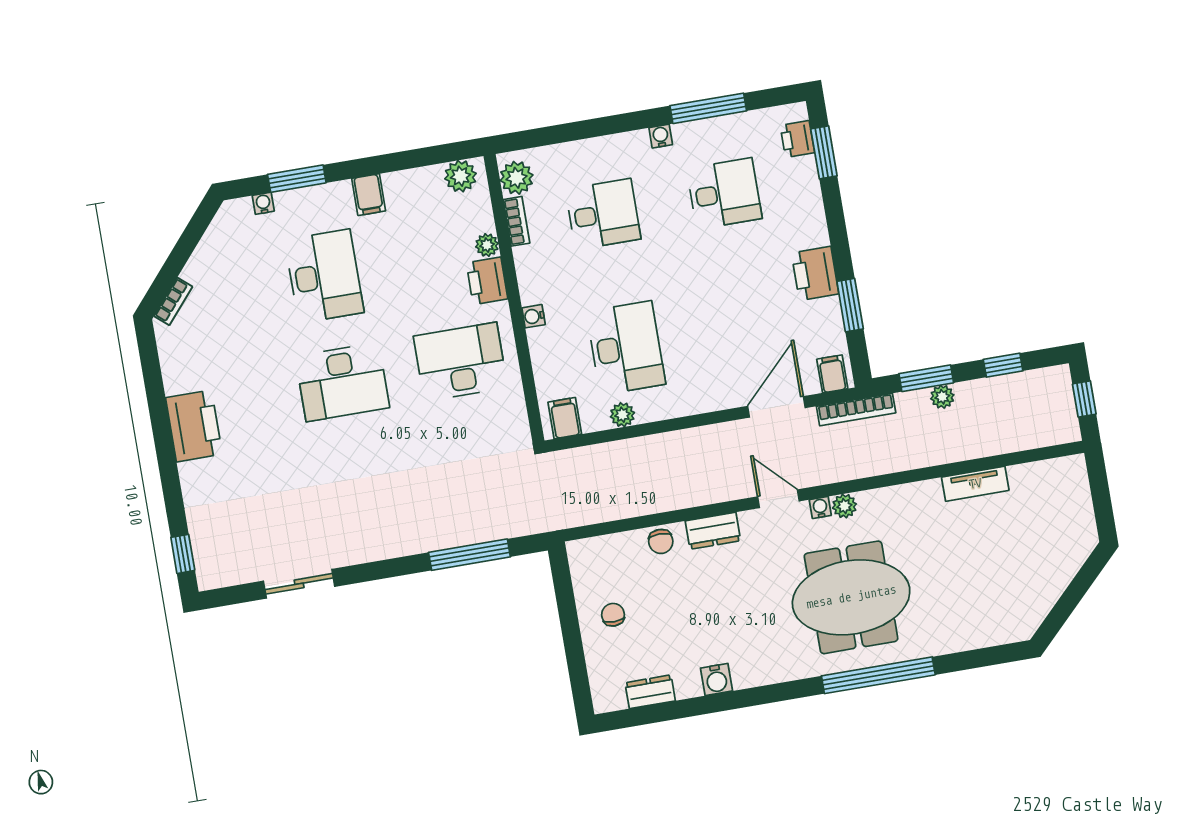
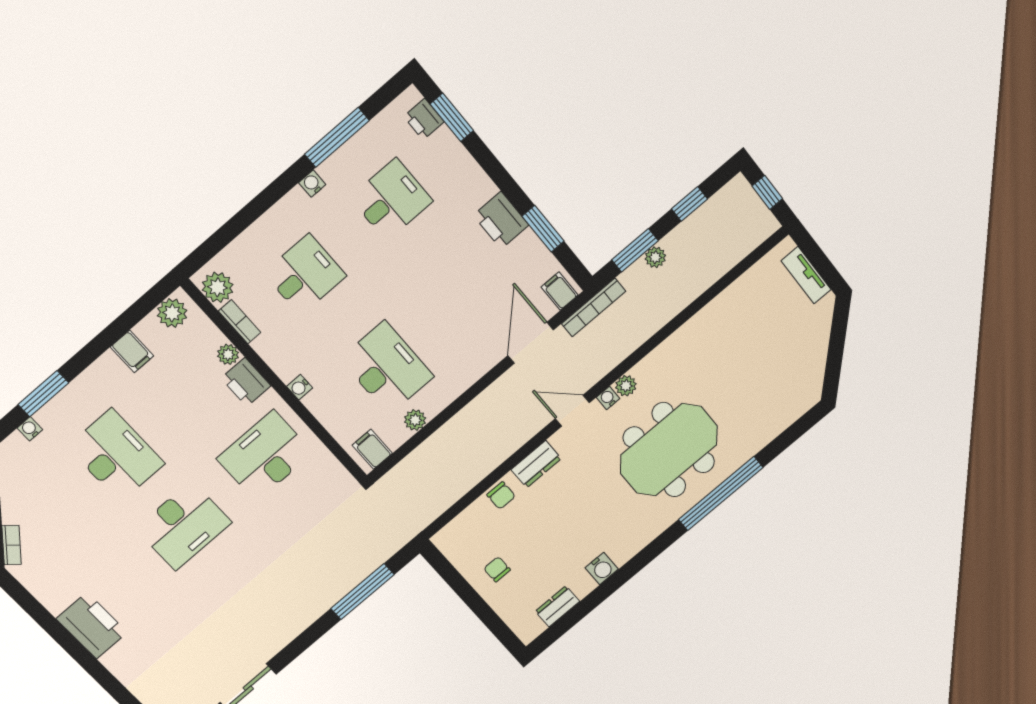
filing cabinet: (369, 195) -> (132, 351), moved
tv unit: (975, 484) -> (806, 275), moved, turned 90

